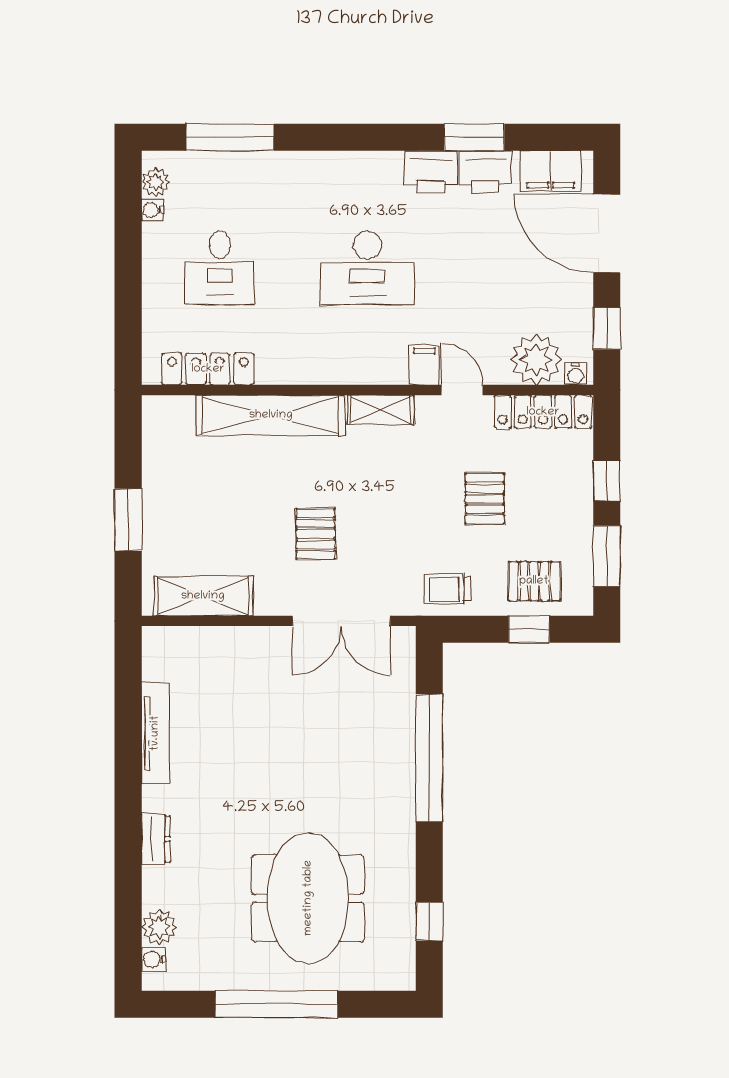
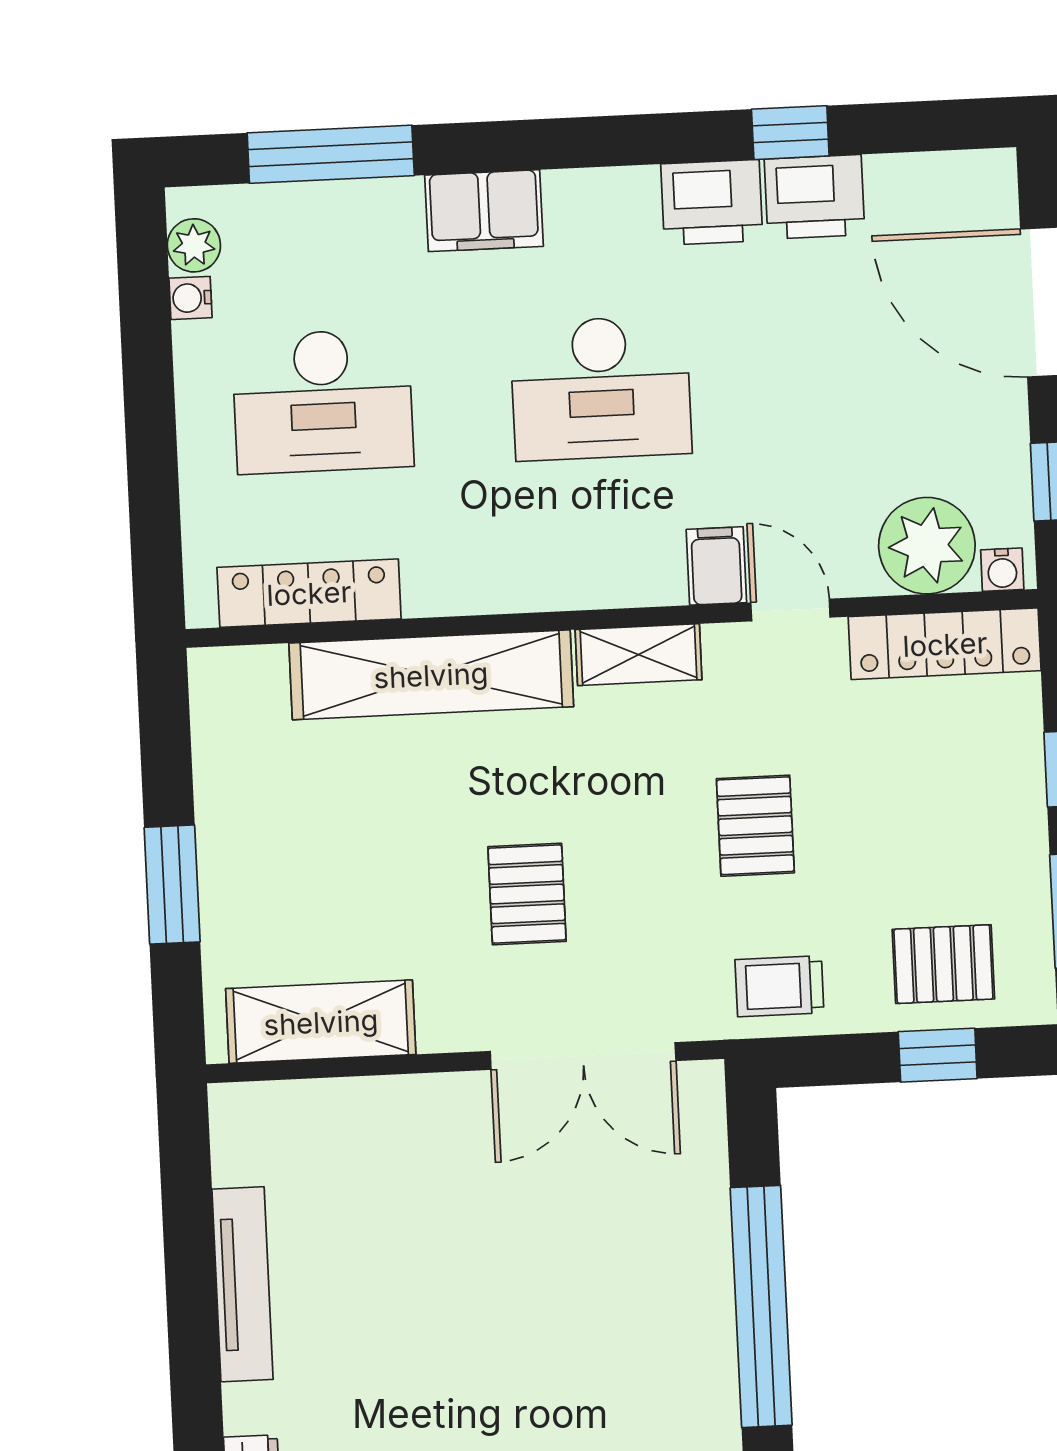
window: (474, 137) -> (790, 133), width x0.67
filing cabinet: (551, 171) -> (484, 211), moved
desk: (220, 268) -> (323, 401), width x1.37
pallet: (485, 499) -> (755, 826), moved

